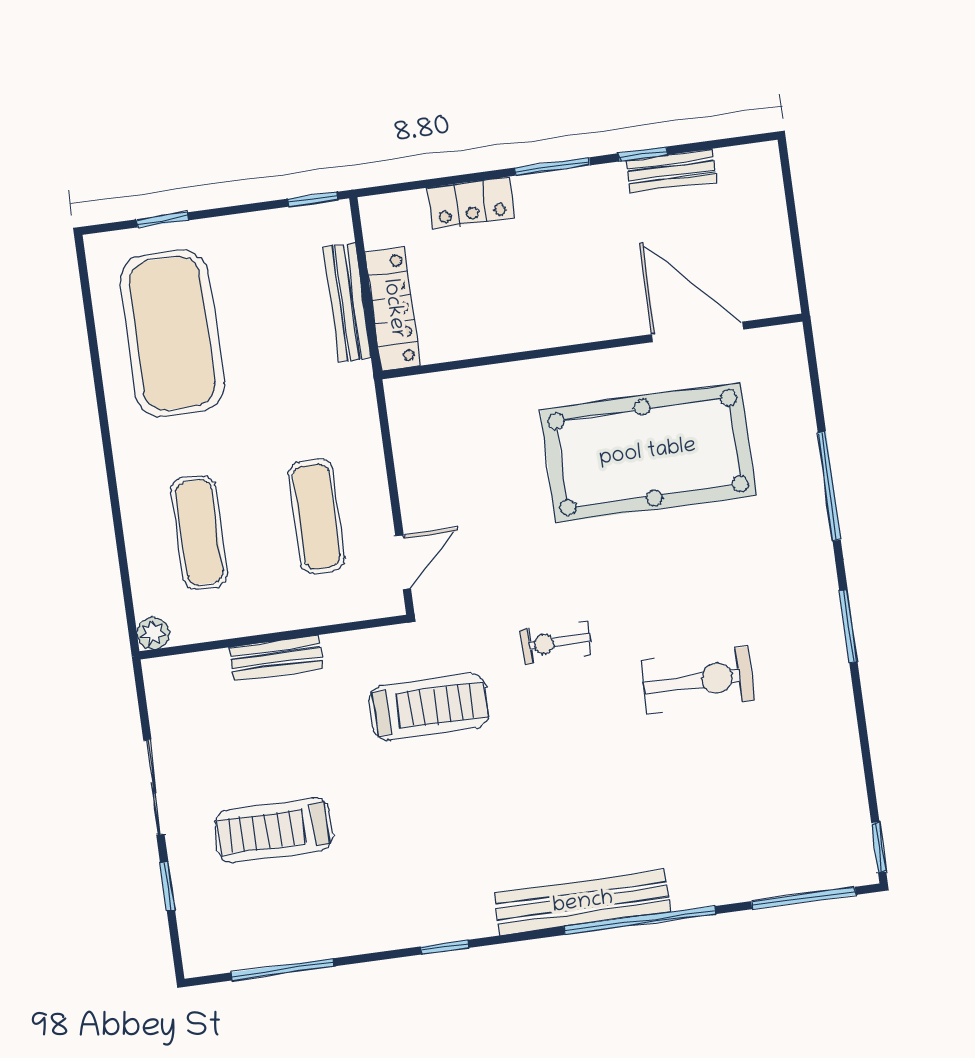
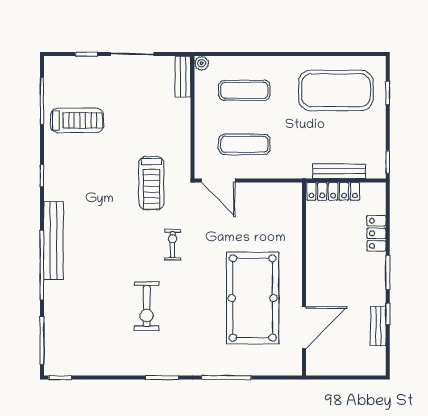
door: (403, 562) -> (218, 181), width x1.38
bench: (276, 658) -> (183, 76), moved
treadmill: (274, 830) -> (77, 120), moved, turned 90

